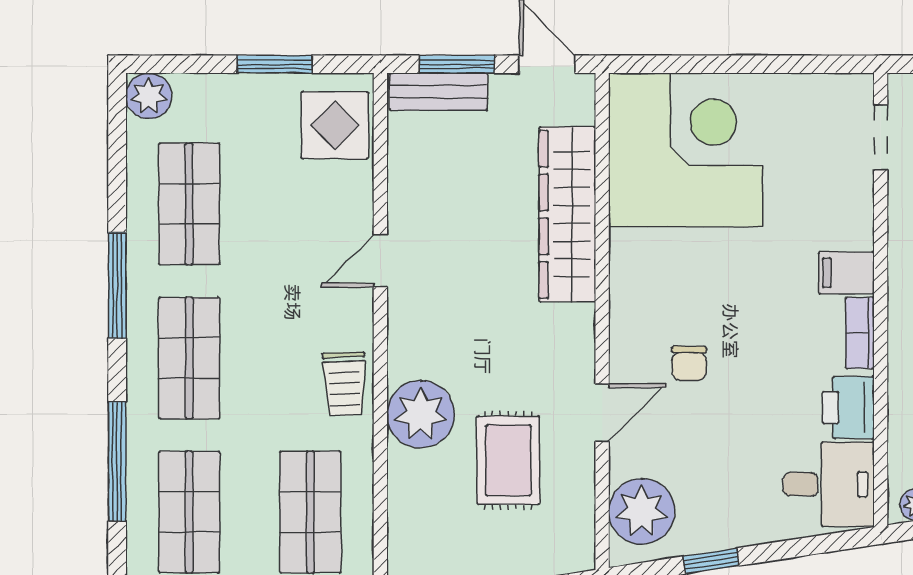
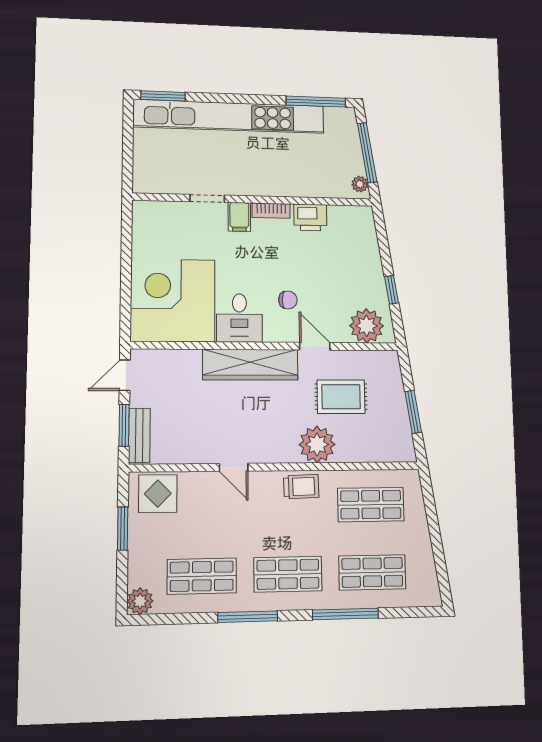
doorway: (881, 137) -> (207, 198), moved
wardrobe: (567, 214) -> (250, 365), moved
desk: (829, 484) -> (239, 318), moved, turned 180

